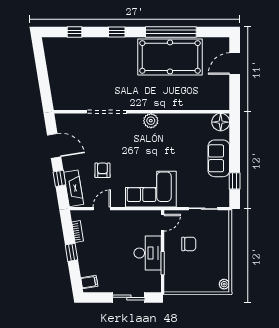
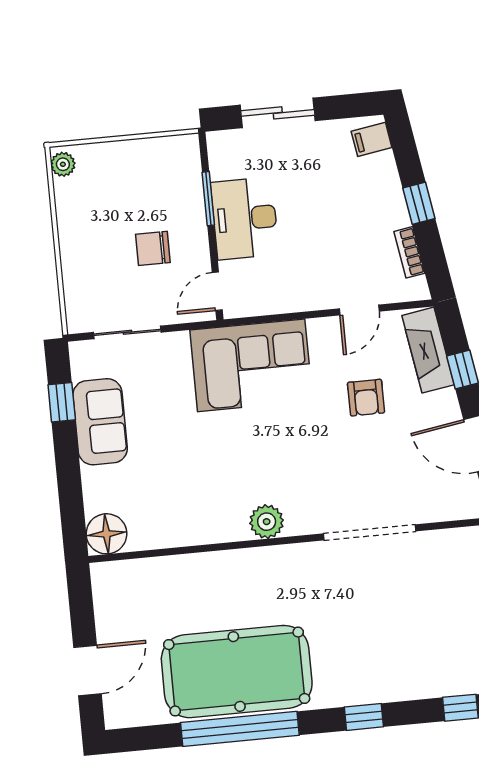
sofa: (219, 158) -> (100, 422), moved

